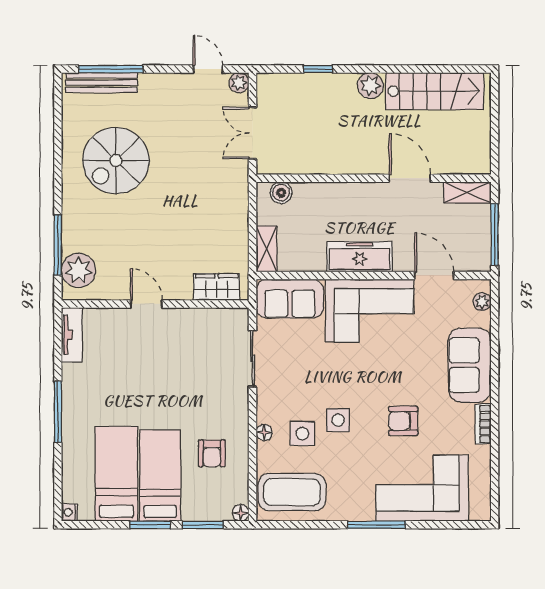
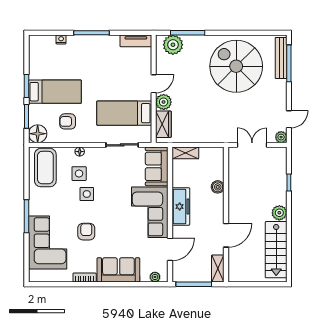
spiral stairs: (116, 161) -> (236, 66), width x1.37, depth x1.37
boiler: (281, 193) -> (218, 187), moved
plant: (178, 287) -> (164, 102), added
bed: (116, 474) -> (124, 113), moved, turned 180
nightstand: (69, 512) -> (61, 39), moved
floor lamp: (241, 513) -> (38, 134), width x1.89, depth x1.89

